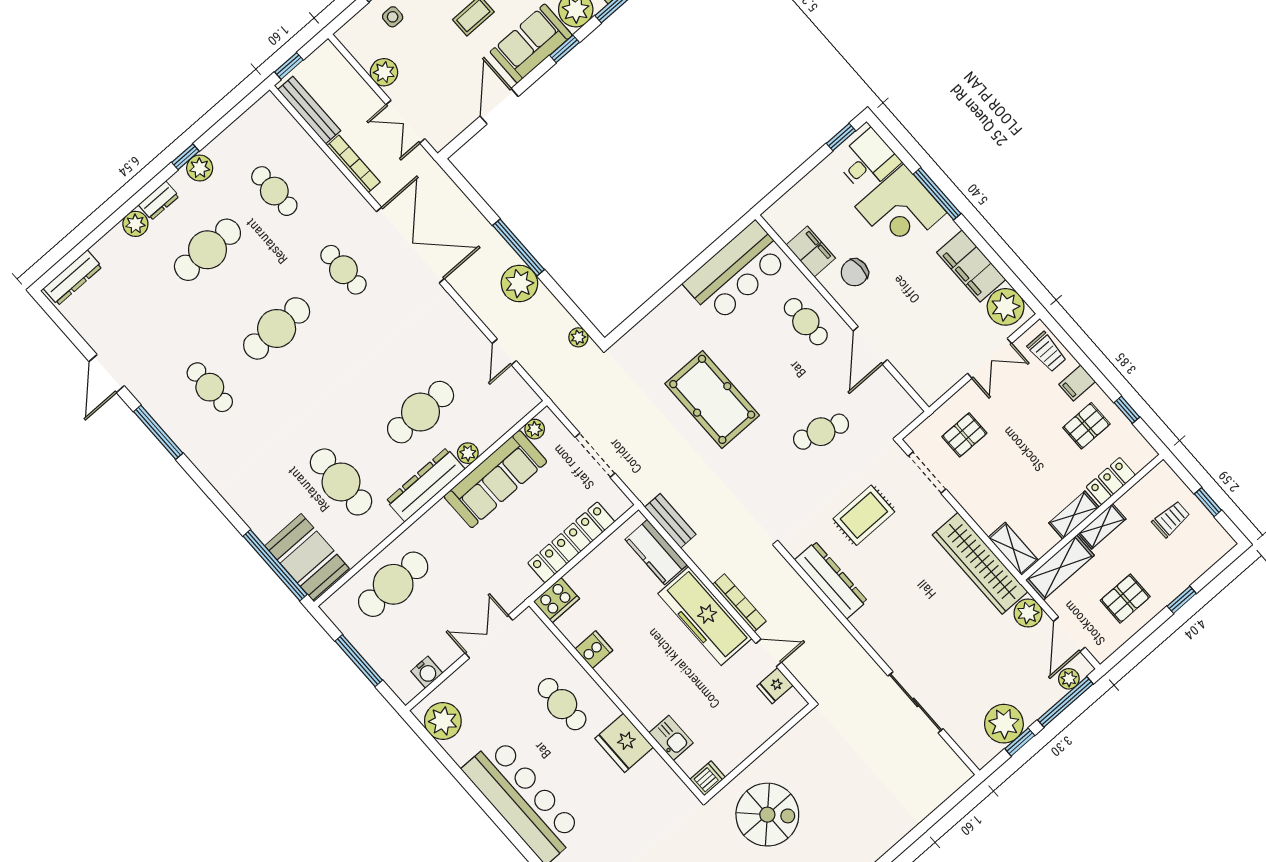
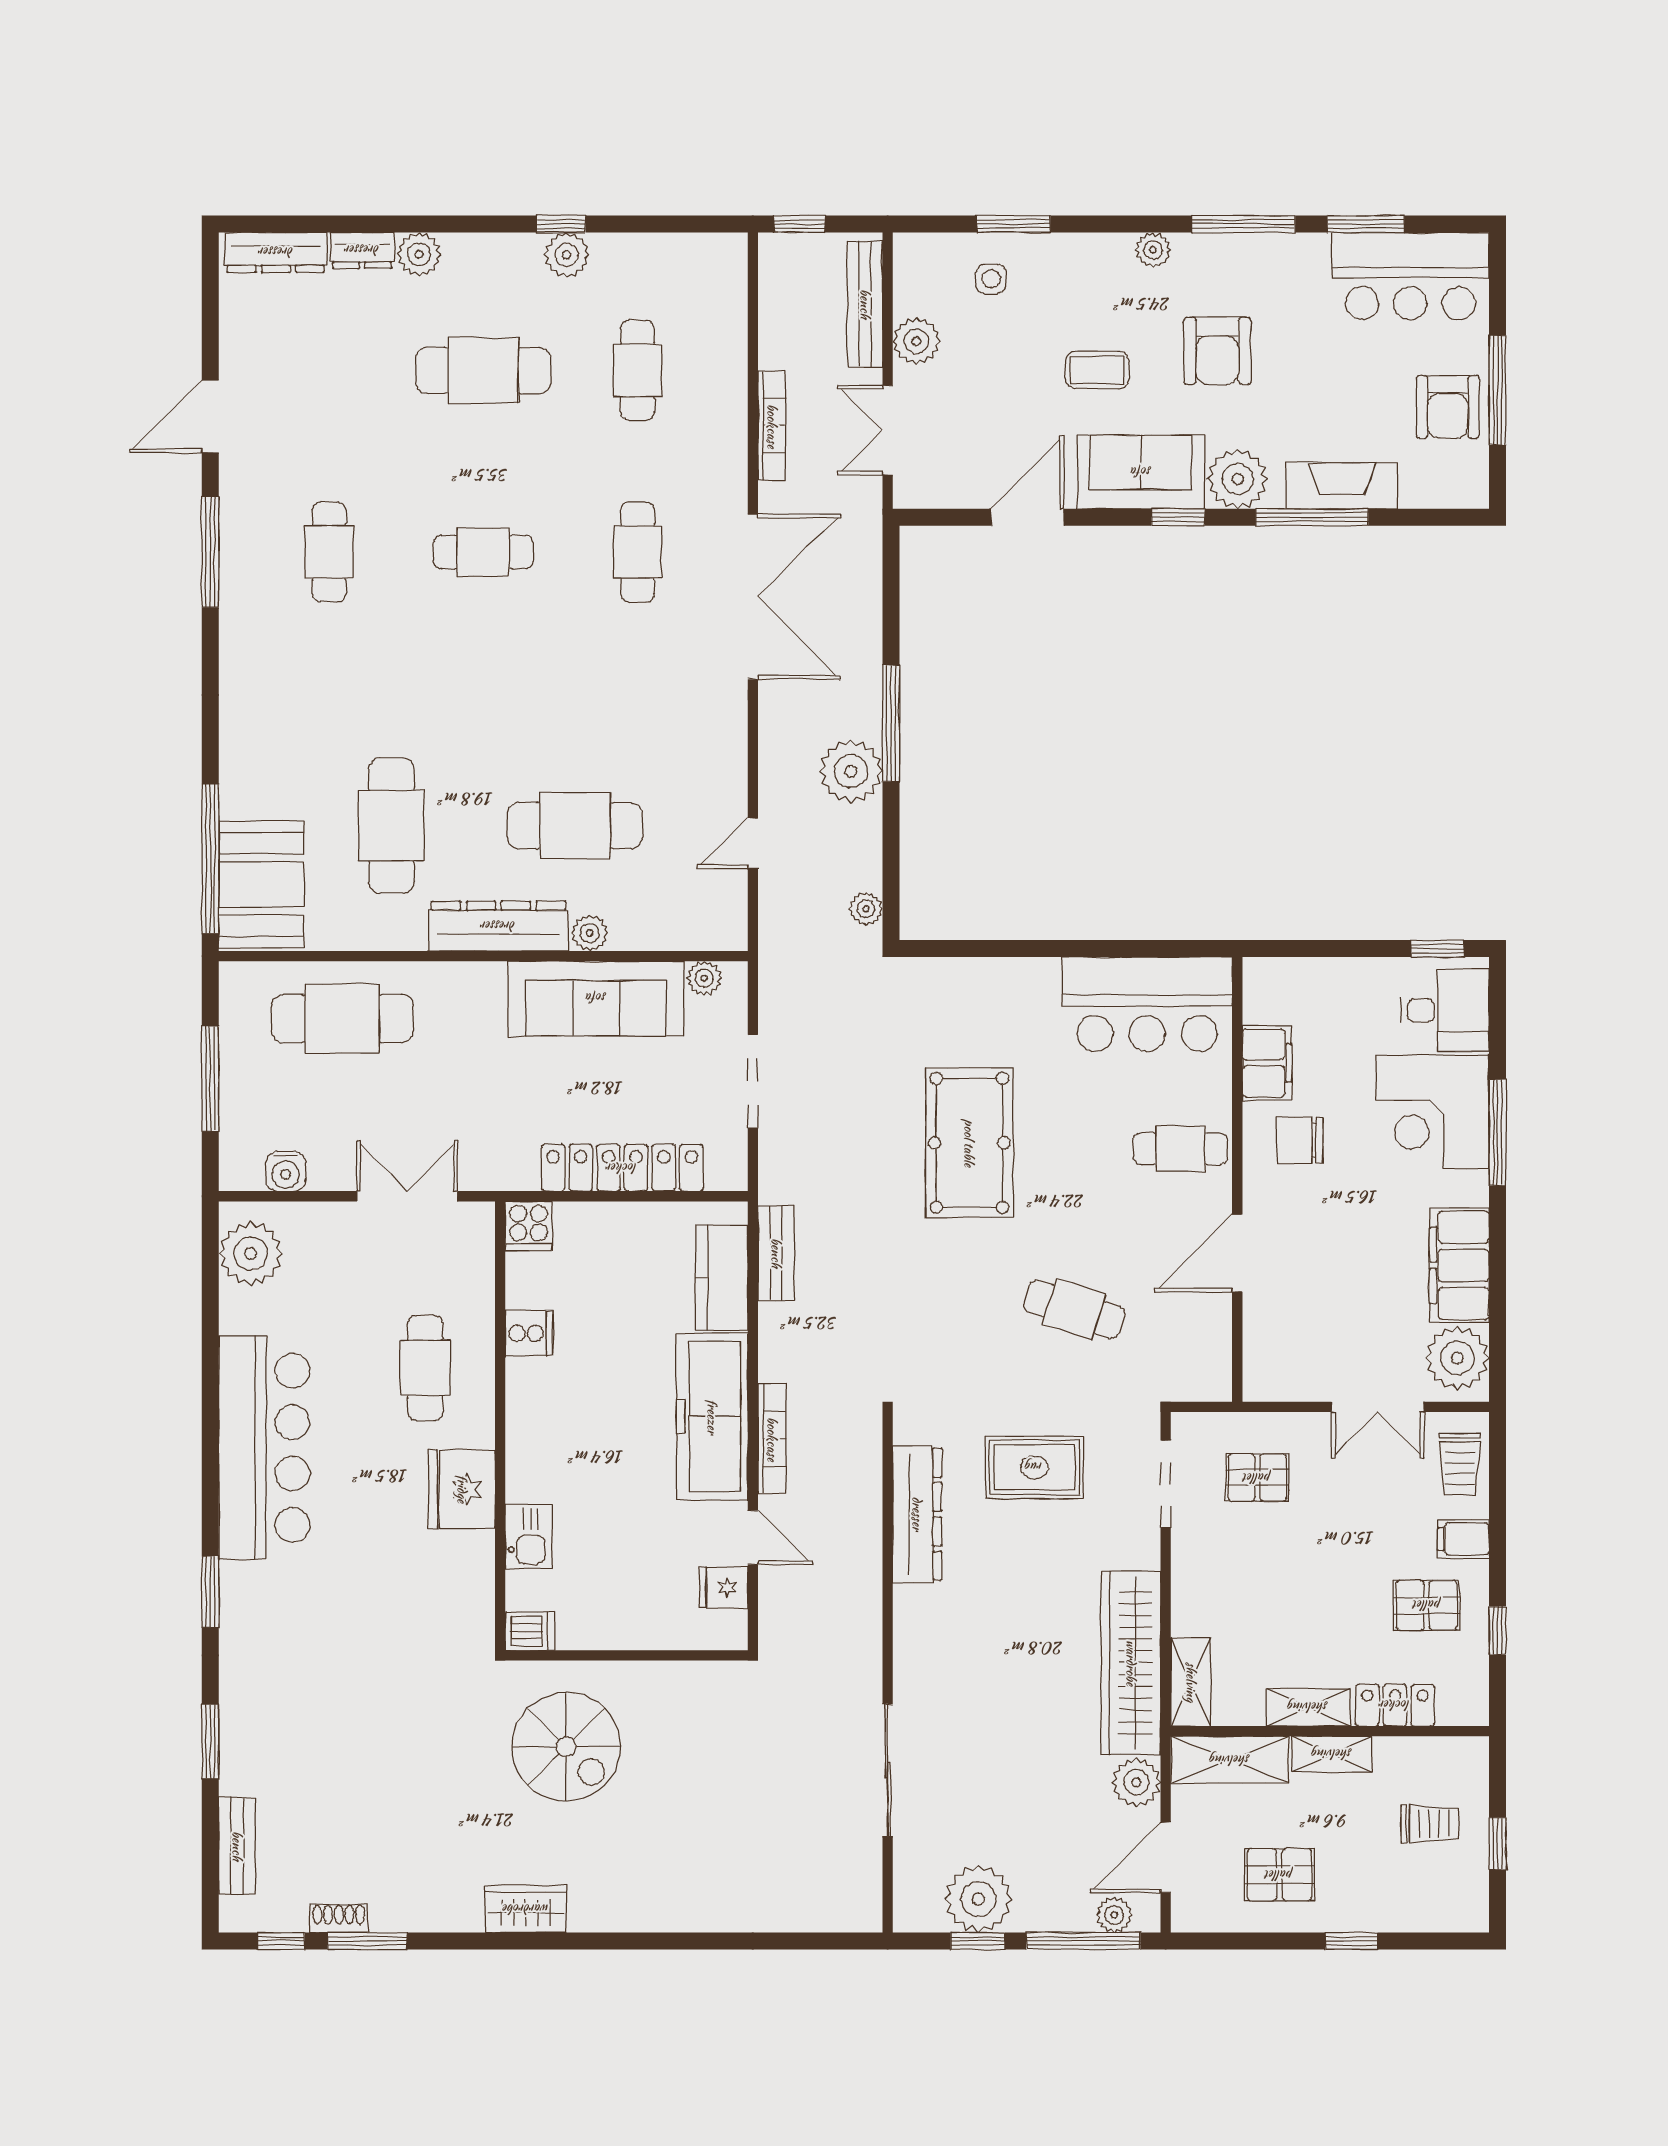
bench: (309, 110) -> (865, 304), moved
dresser: (159, 201) -> (362, 250), moved
cafe table: (806, 322) -> (1180, 1149), turned 90
cafe table: (277, 328) -> (483, 552), width x0.73, depth x0.74
cooker: (556, 600) -> (529, 1226), width x0.73

